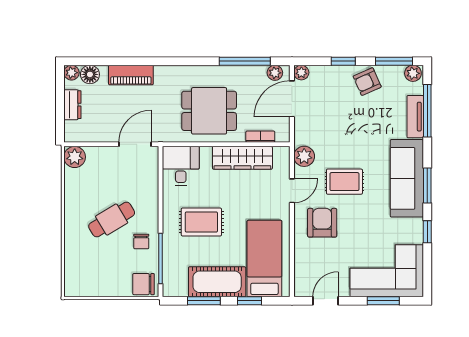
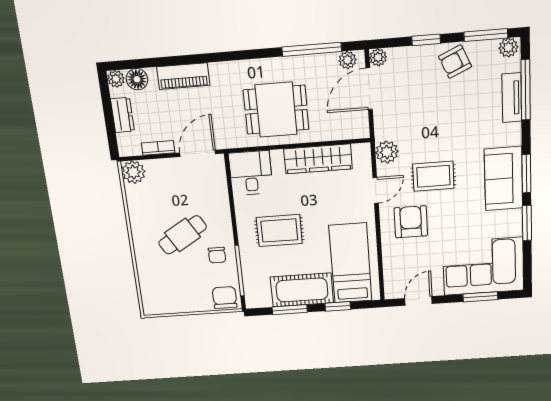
bookcase: (260, 137) -> (158, 148), moved
sofa: (407, 178) -> (504, 179), width x0.73
window: (427, 232) -> (527, 223), width x1.50
chair: (144, 284) -> (225, 298), turned 90

